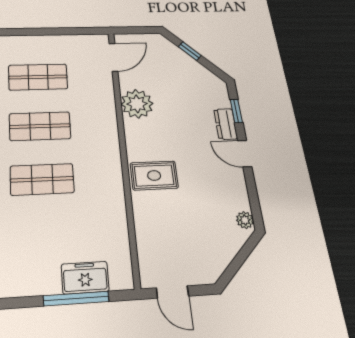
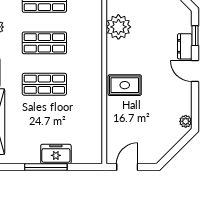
freezer: (85, 278) -> (56, 154), moved
door: (172, 292) -> (127, 167), swing flipped
window: (76, 299) -> (46, 167), moved

